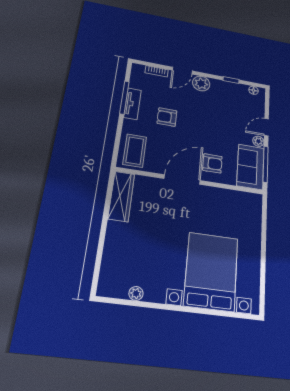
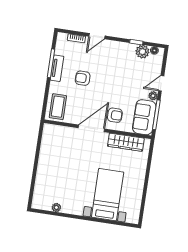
plant: (201, 83) -> (142, 52), moved
wardrobe: (121, 196) -> (126, 142), moved, turned 90
bed with nightstands: (211, 271) -> (108, 195), width x0.73

